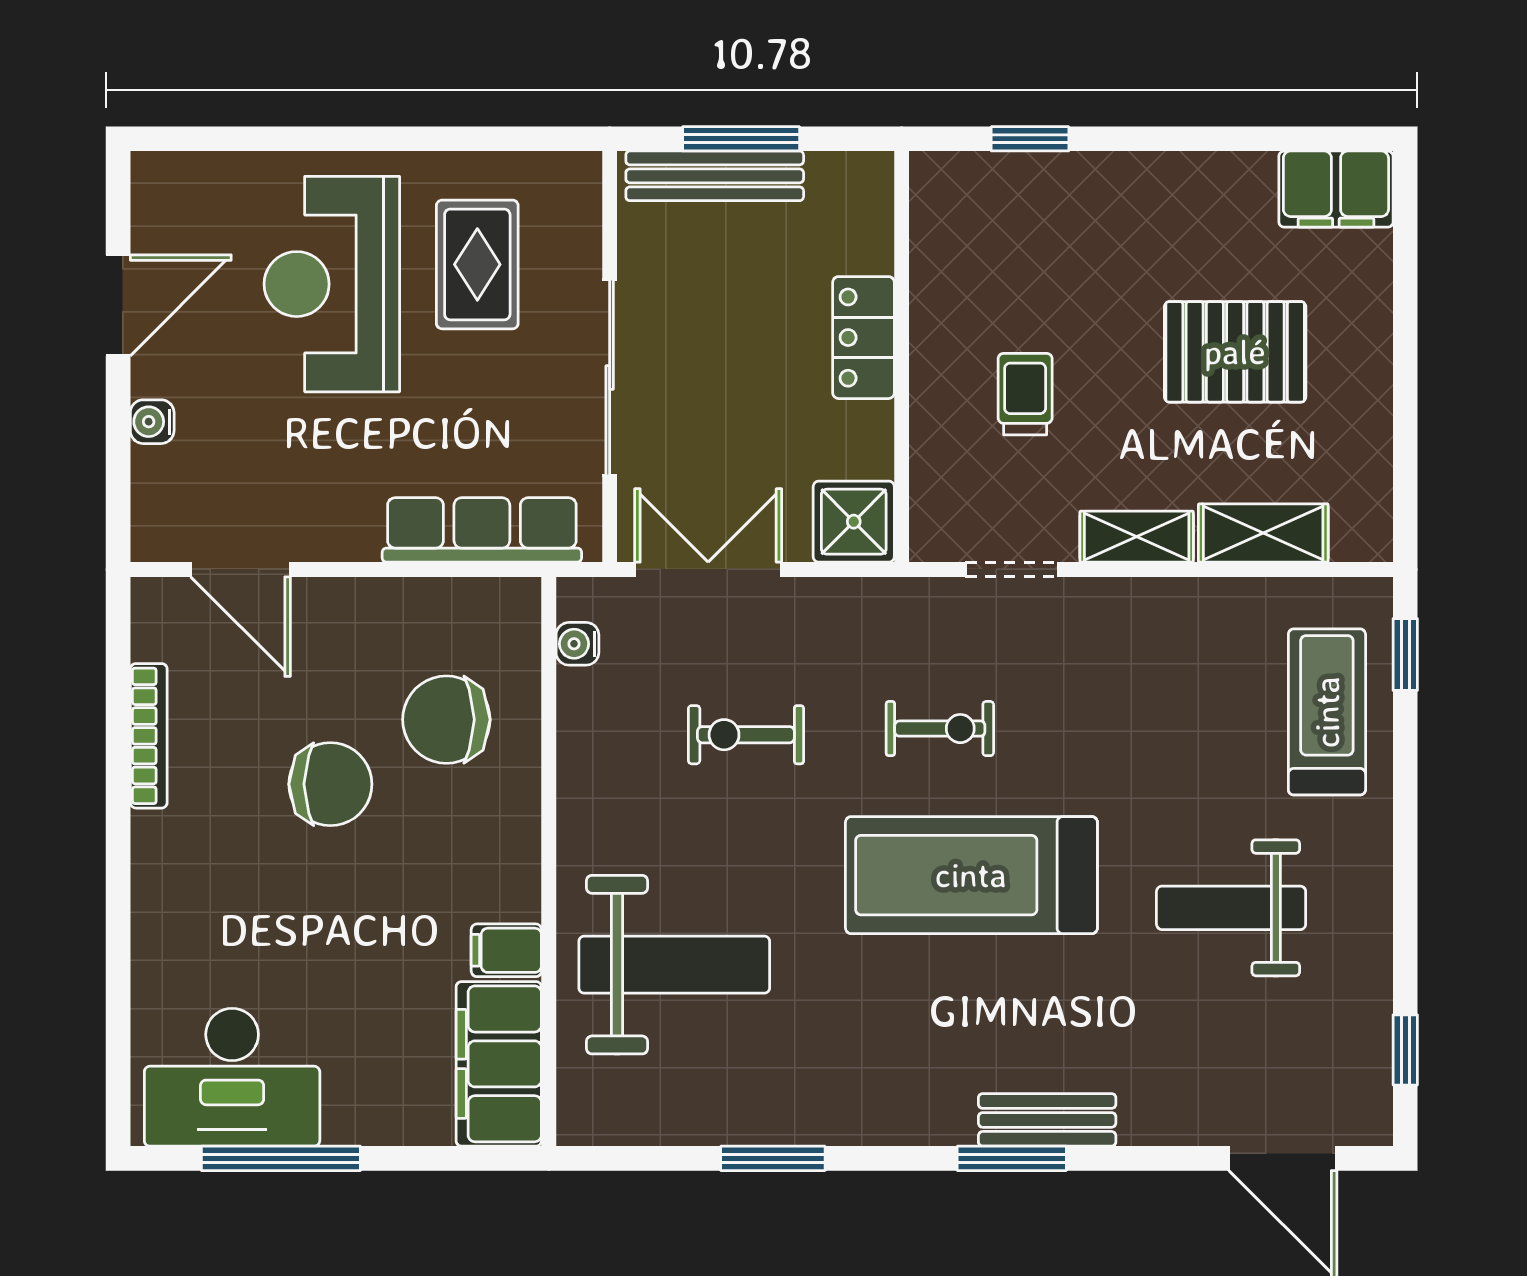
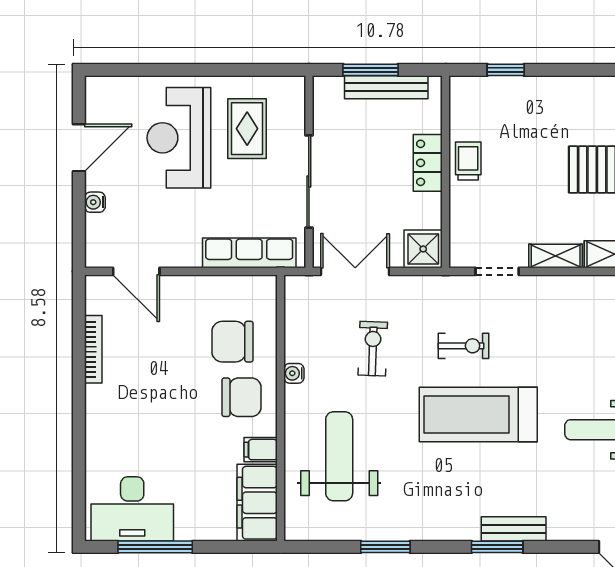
bench: (715, 176) -> (386, 87), moved
trolley: (1025, 394) -> (468, 161), moved
water cooler: (577, 644) -> (294, 373), moved
exercise bike: (746, 735) -> (373, 349), turned 92
chair: (330, 784) -> (242, 397), moved
weight bench: (674, 965) -> (339, 456), turned -90

